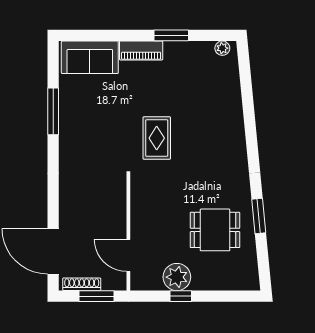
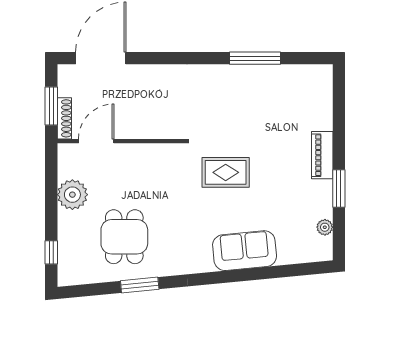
plant: (222, 48) -> (325, 227), moved
sofa: (90, 57) -> (245, 251), moved, turned 84
shoe rack: (82, 284) -> (64, 118), moved
window: (181, 296) -> (51, 252), moved

